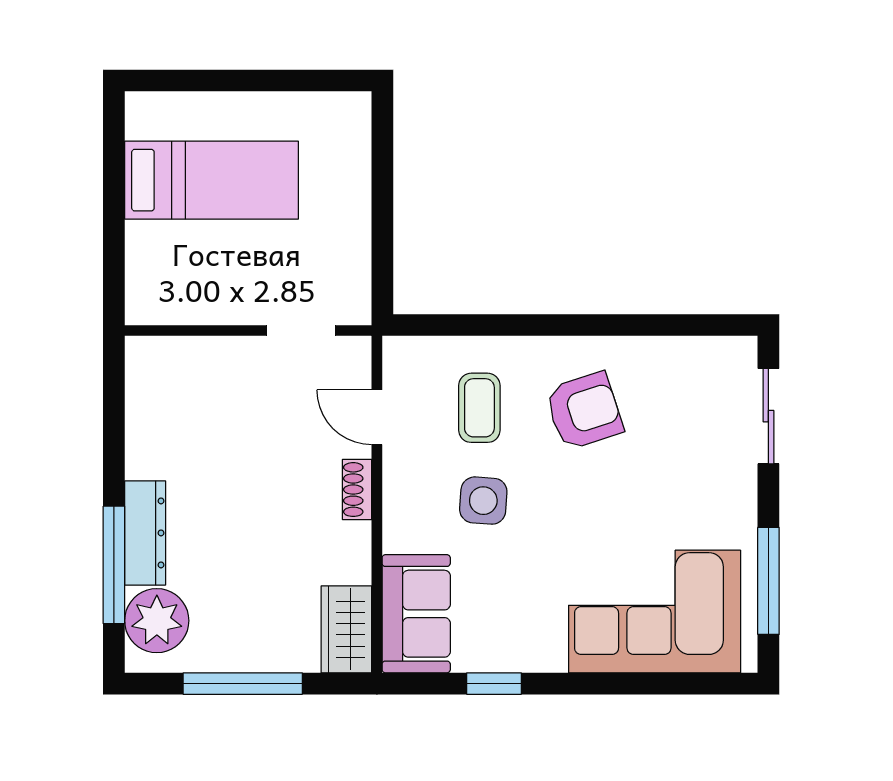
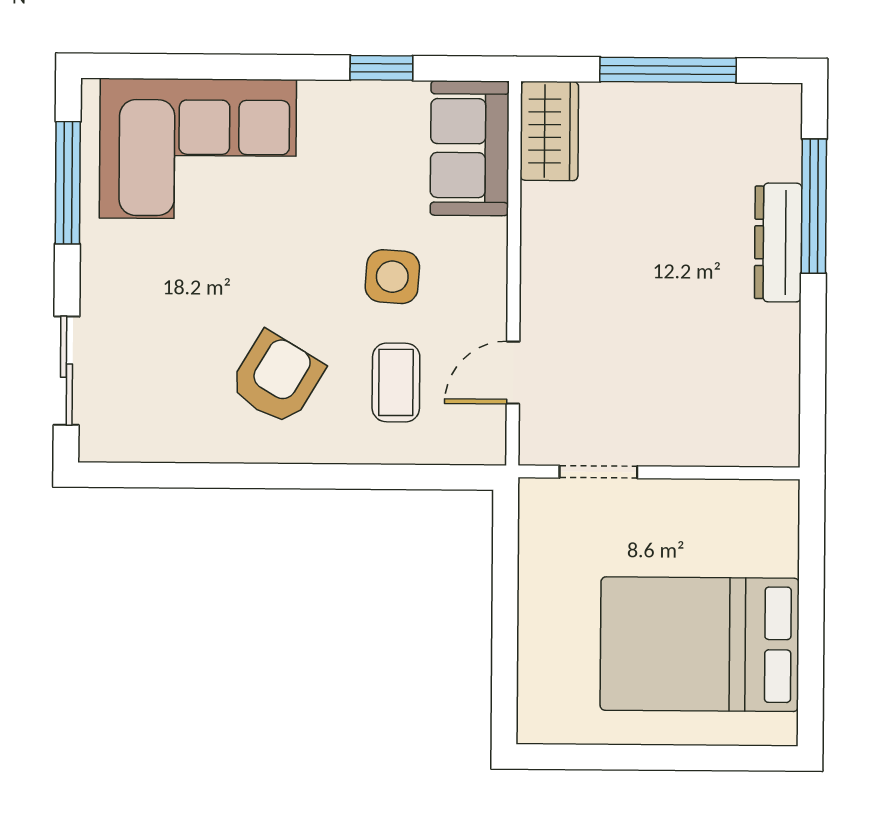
bed: (212, 180) -> (700, 644), width x1.50
armchair: (584, 411) -> (277, 378), turned 139
door: (377, 417) -> (513, 373), swing flipped
shoe rack: (357, 490) -> (536, 290), removed
plant: (157, 621) -> (766, 142), removed

